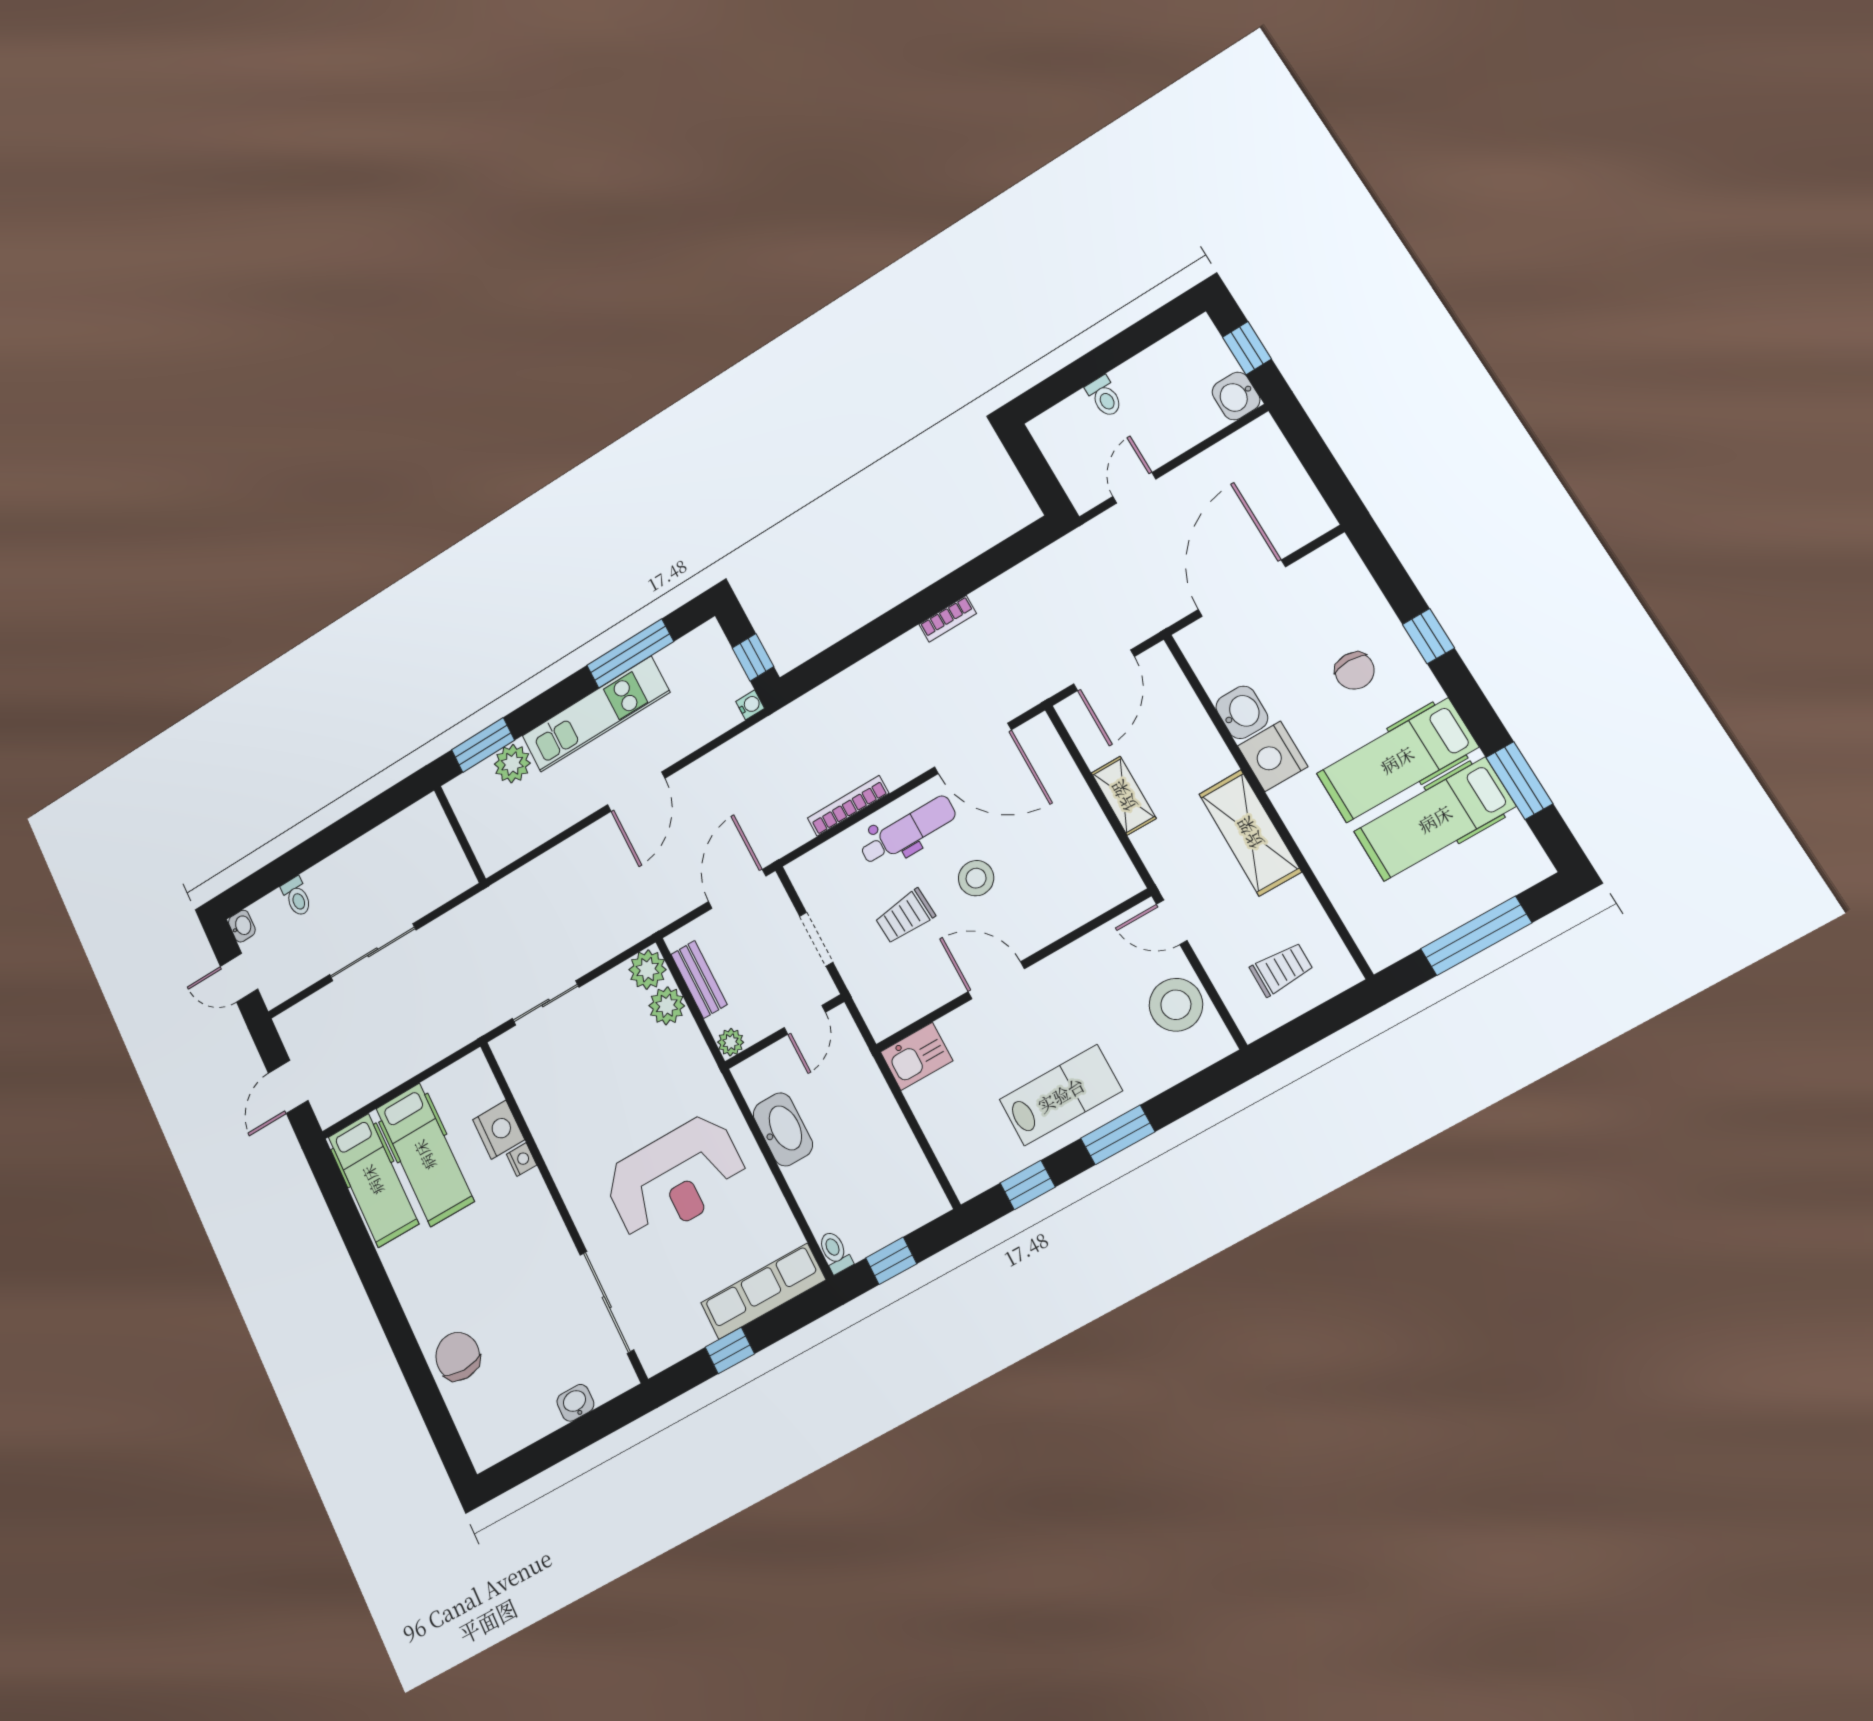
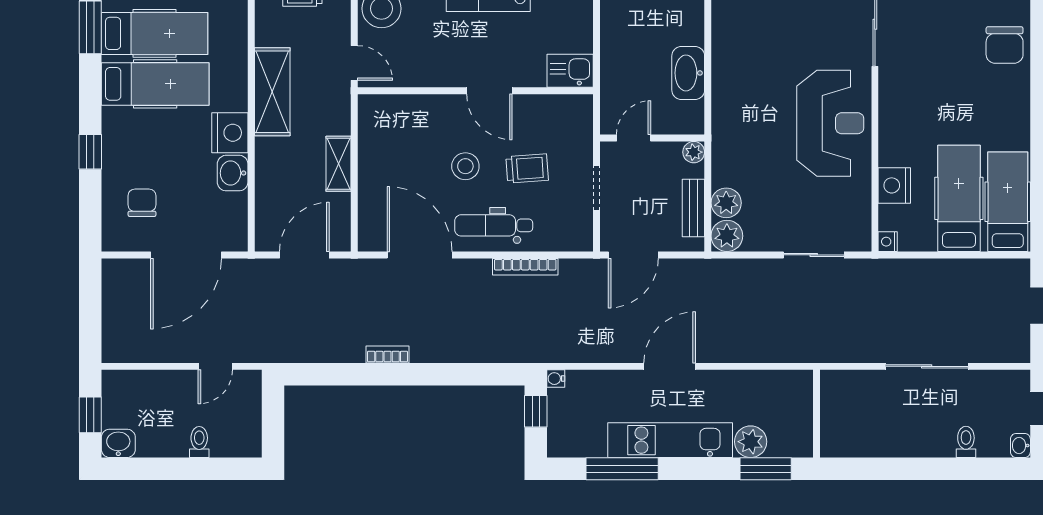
washbasin: (1236, 396) -> (118, 443), moved, turned -90
chair: (1355, 671) -> (142, 203), moved
nightstand: (522, 1160) -> (888, 242), moved
reception desk: (676, 1178) -> (830, 123), moved, turned 90

